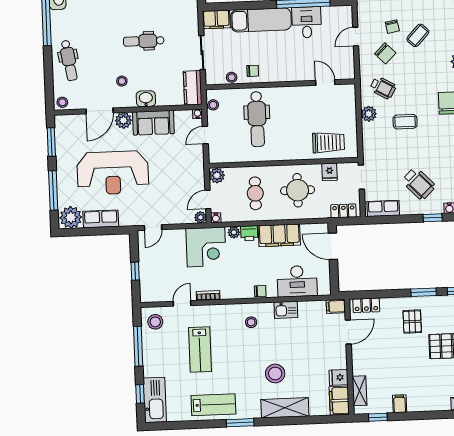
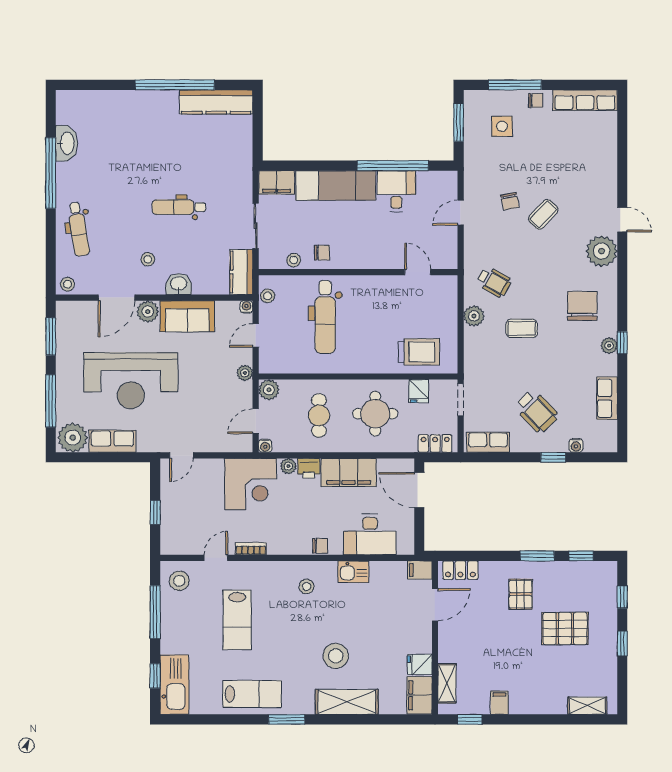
chair: (385, 53) -> (499, 236), removed
plant: (200, 217) -> (245, 373), moved

